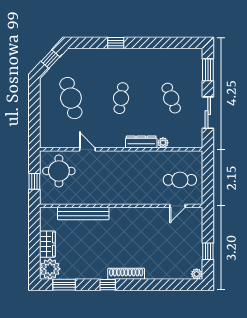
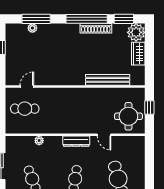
dresser: (141, 142) -> (76, 141), moved
shoe rack: (126, 274) -> (96, 28), moved
plant: (197, 274) -> (32, 28), moved
window: (108, 285) -> (87, 19), width x3.17
window: (166, 285) -> (36, 19), added

